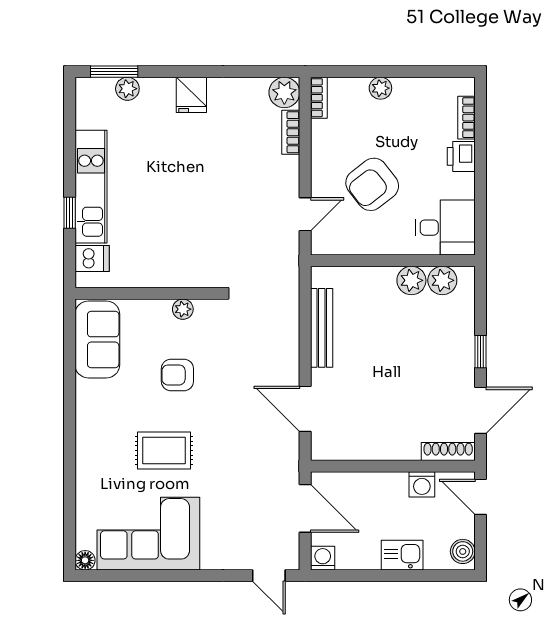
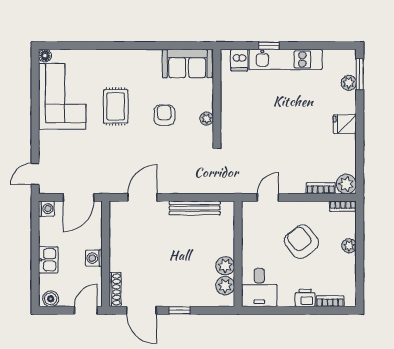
armchair: (372, 184) -> (301, 242), moved
door: (305, 214) -> (268, 197), swing flipped
washing machine: (422, 484) -> (94, 258), moved

